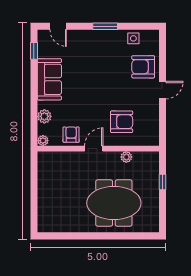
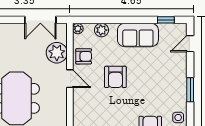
armchair: (122, 122) -> (115, 77), moved
plant: (126, 157) -> (57, 53), moved, width x1.88, depth x1.88
double door: (34, 179) -> (40, 20), added

